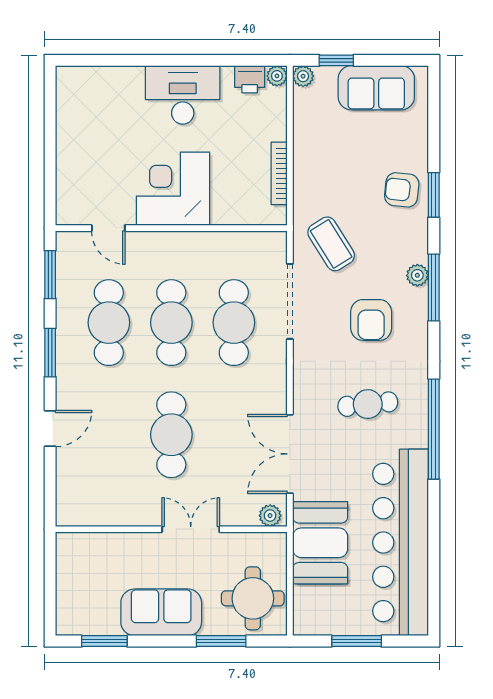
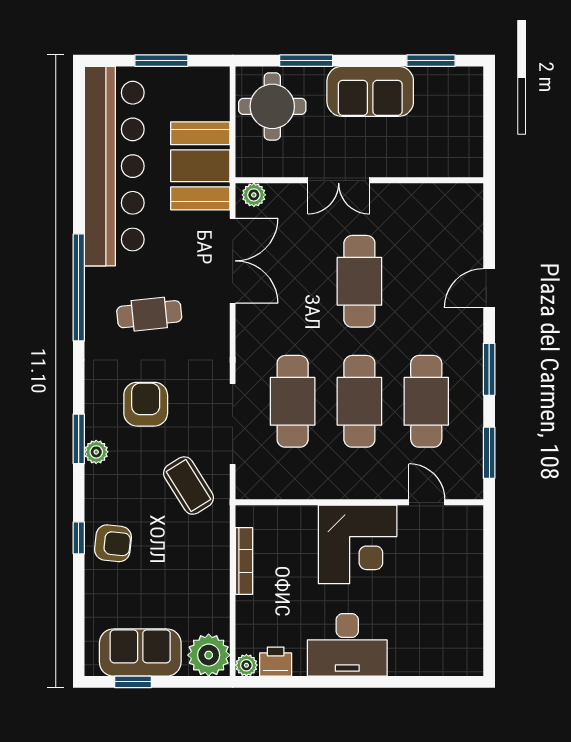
window: (336, 60) -> (133, 682), moved
plant: (303, 76) -> (209, 655), width x1.88, depth x1.88
window: (434, 195) -> (79, 538), width x0.67
window: (434, 287) -> (79, 439), width x0.69

